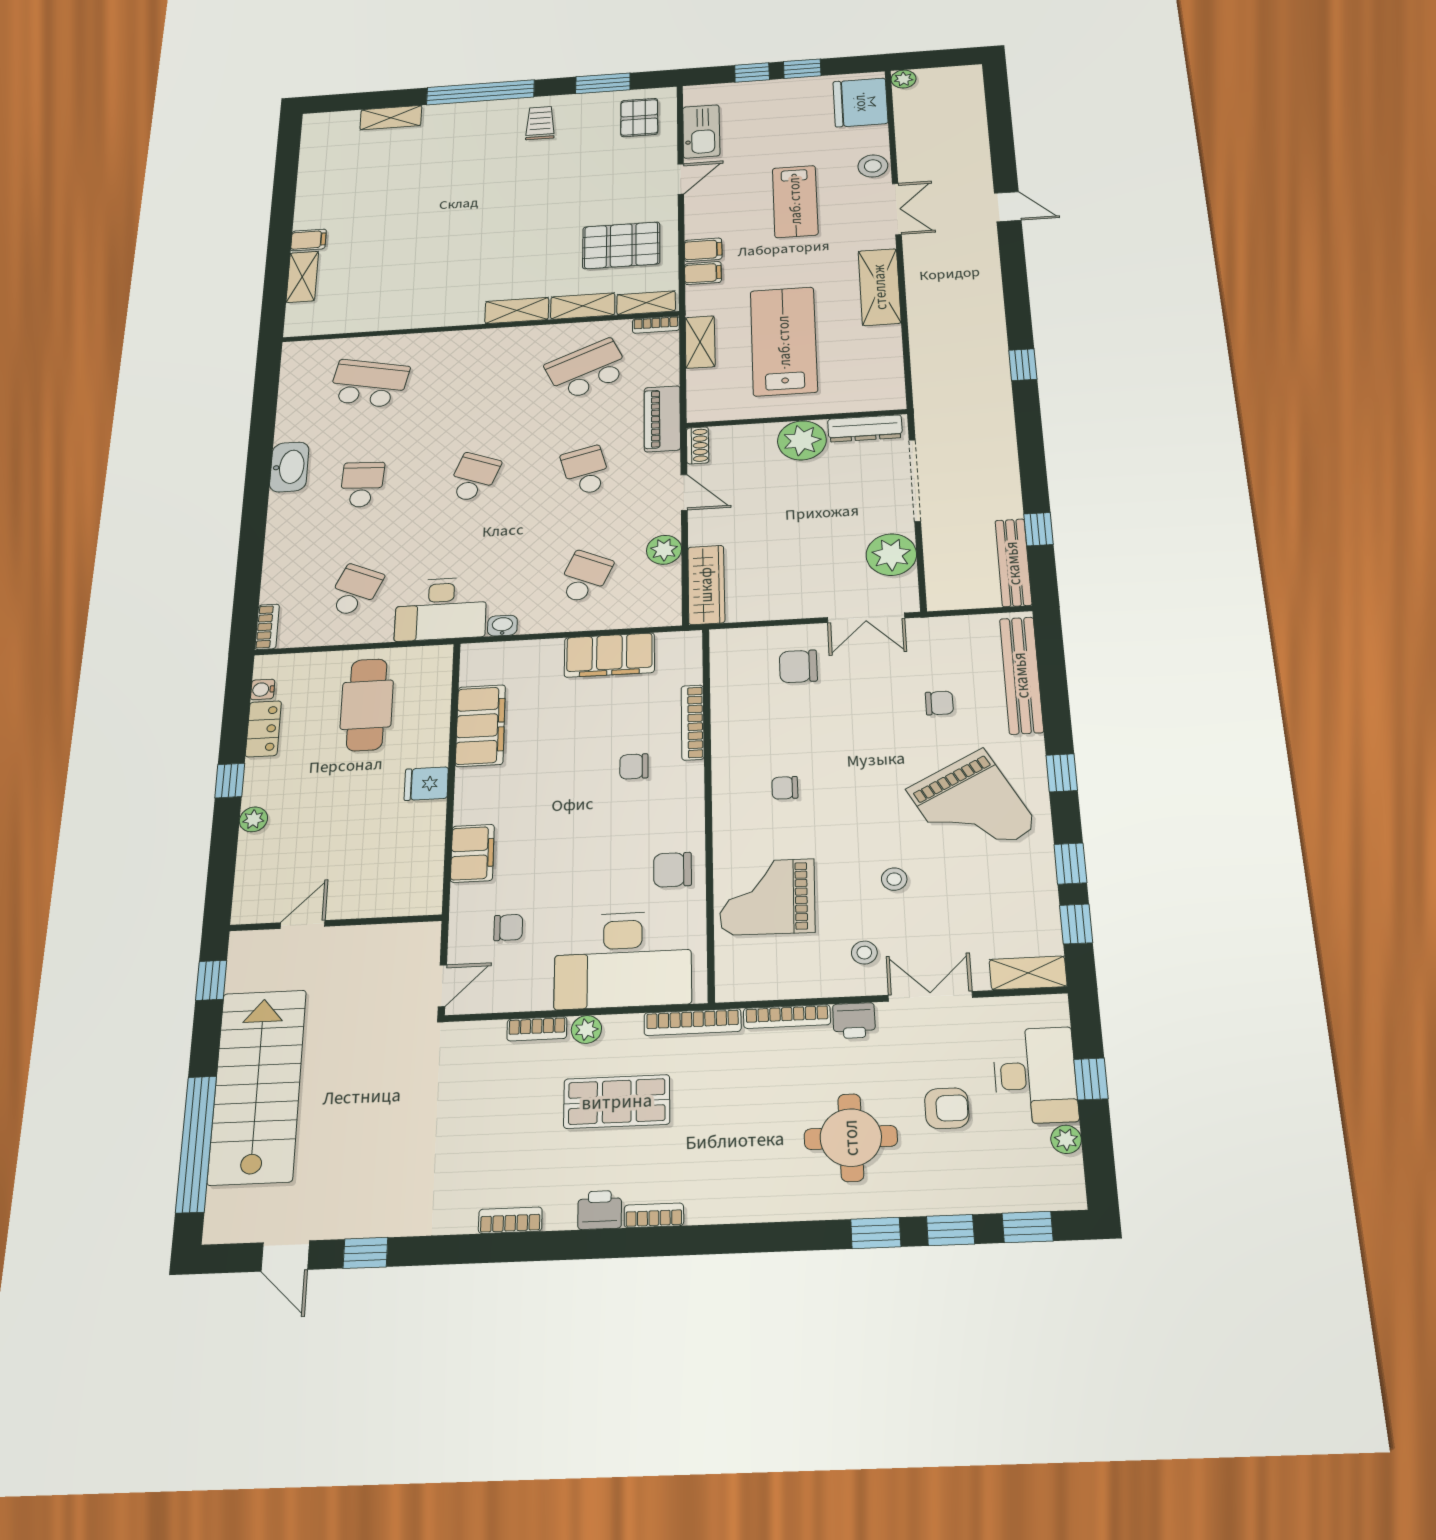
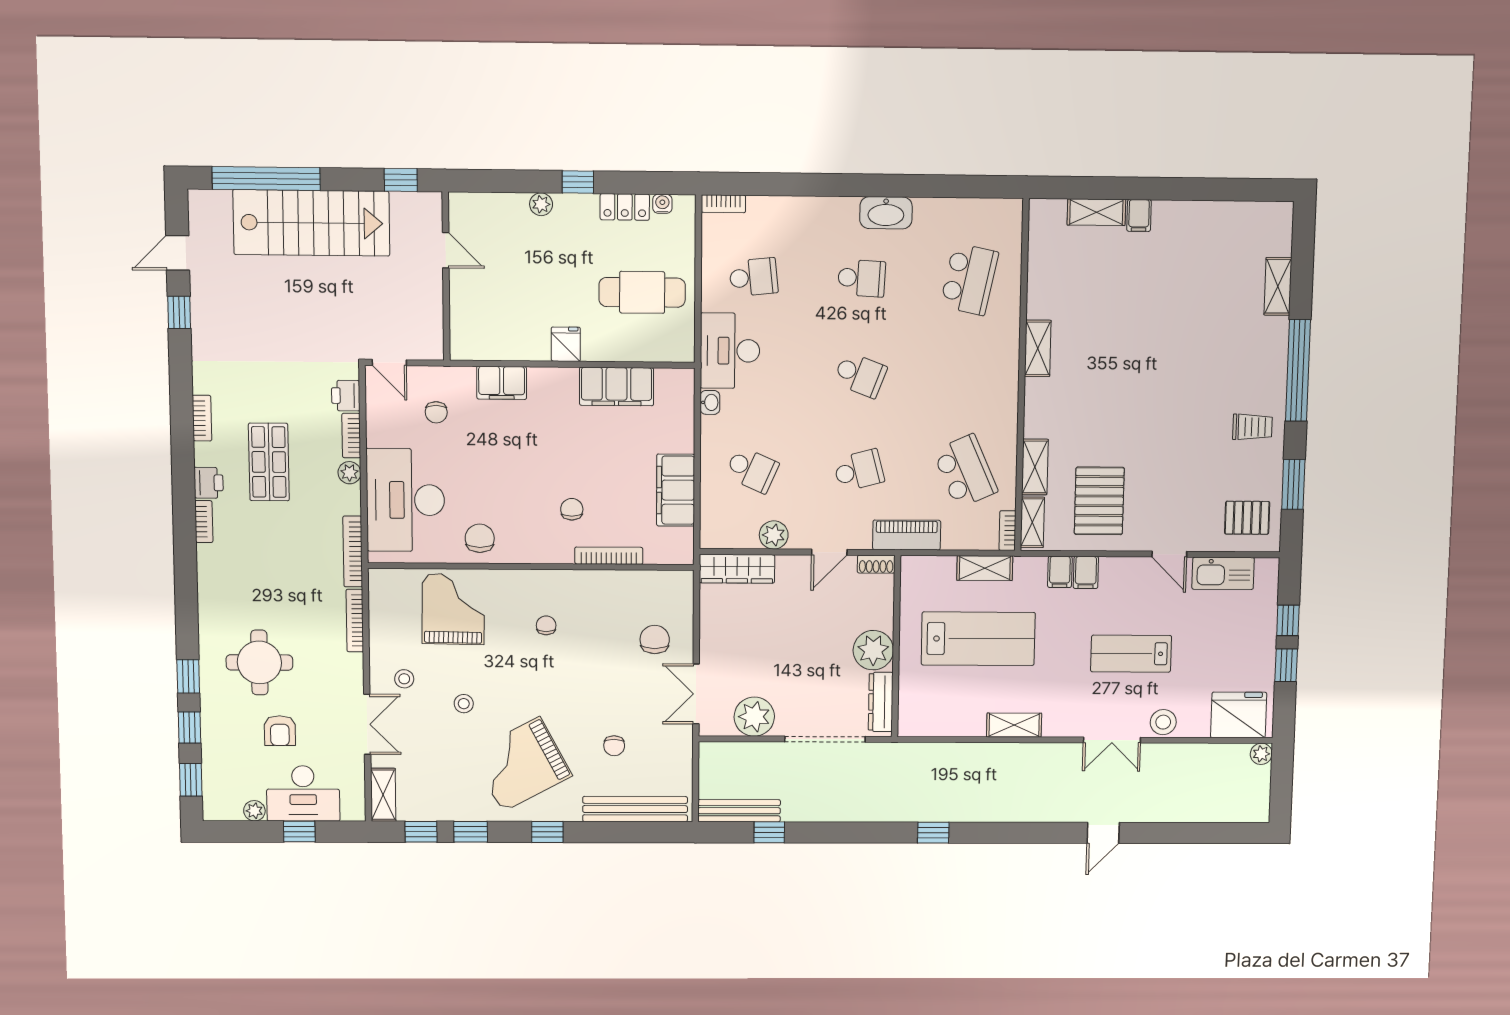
shelving: (880, 287) -> (1014, 725), width x0.67, depth x0.75
shelving: (517, 311) -> (1038, 348), moved
school desk: (355, 591) -> (754, 277), turned -30
printer: (854, 1021) -> (346, 396), moved
shop shelf: (617, 1102) -> (269, 462), moved

